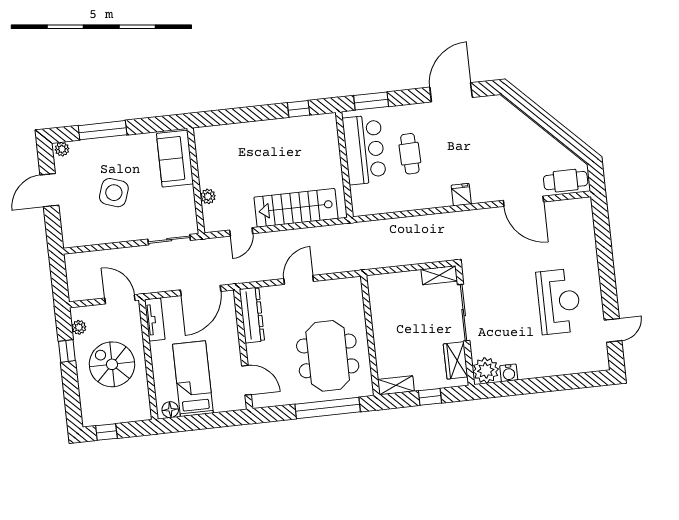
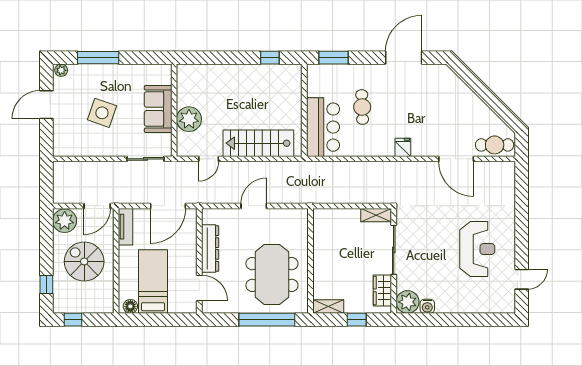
bar counter: (364, 150) -> (323, 127), moved
sofa: (175, 159) -> (158, 109), moved
plant: (208, 196) -> (189, 119), width x1.87, depth x1.87
door: (120, 299) -> (97, 206), swing flipped
dresser: (252, 315) -> (210, 248), moved
plant: (79, 327) -> (65, 221), width x1.88, depth x1.88
window: (67, 351) -> (46, 285), moved

